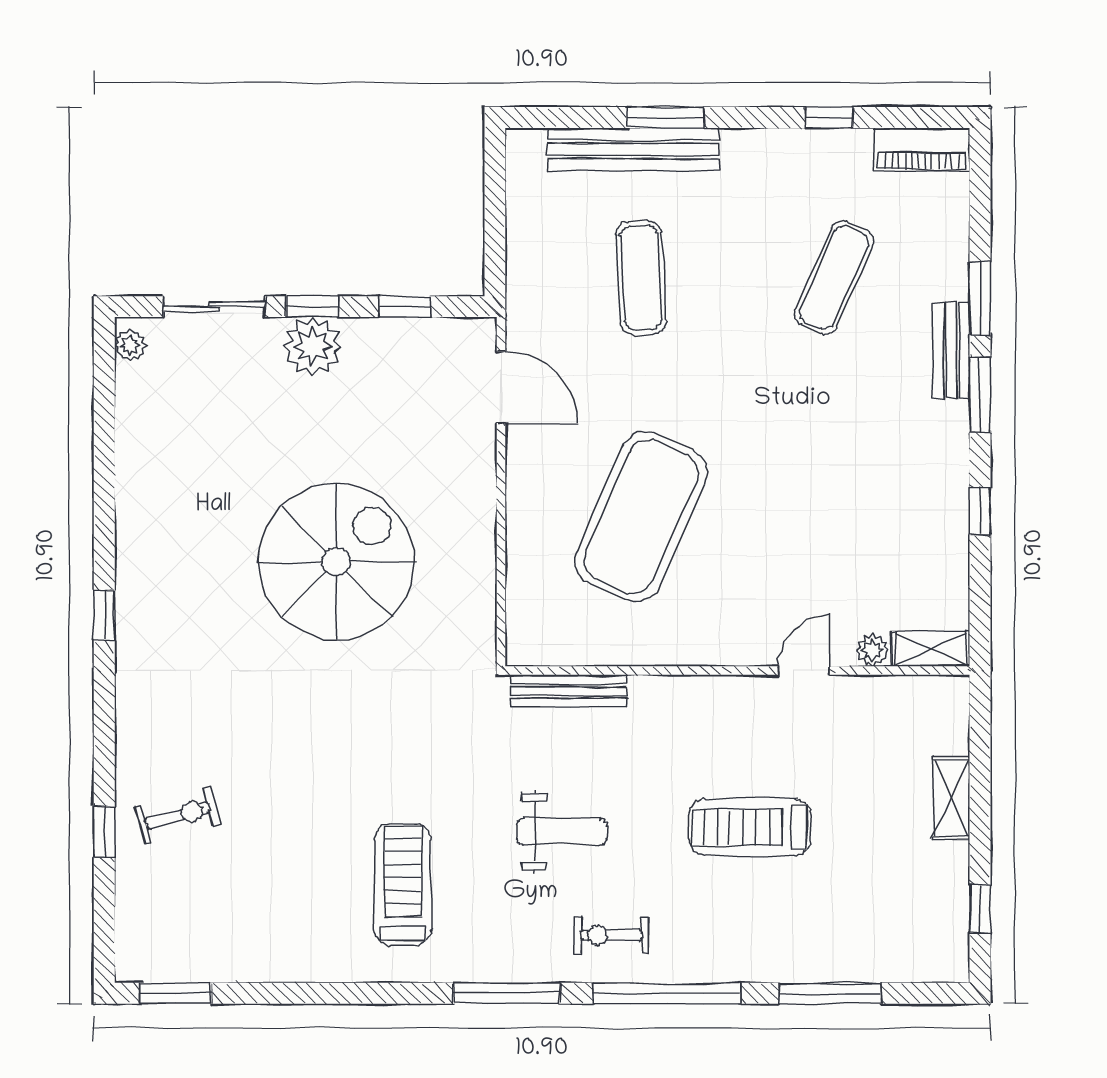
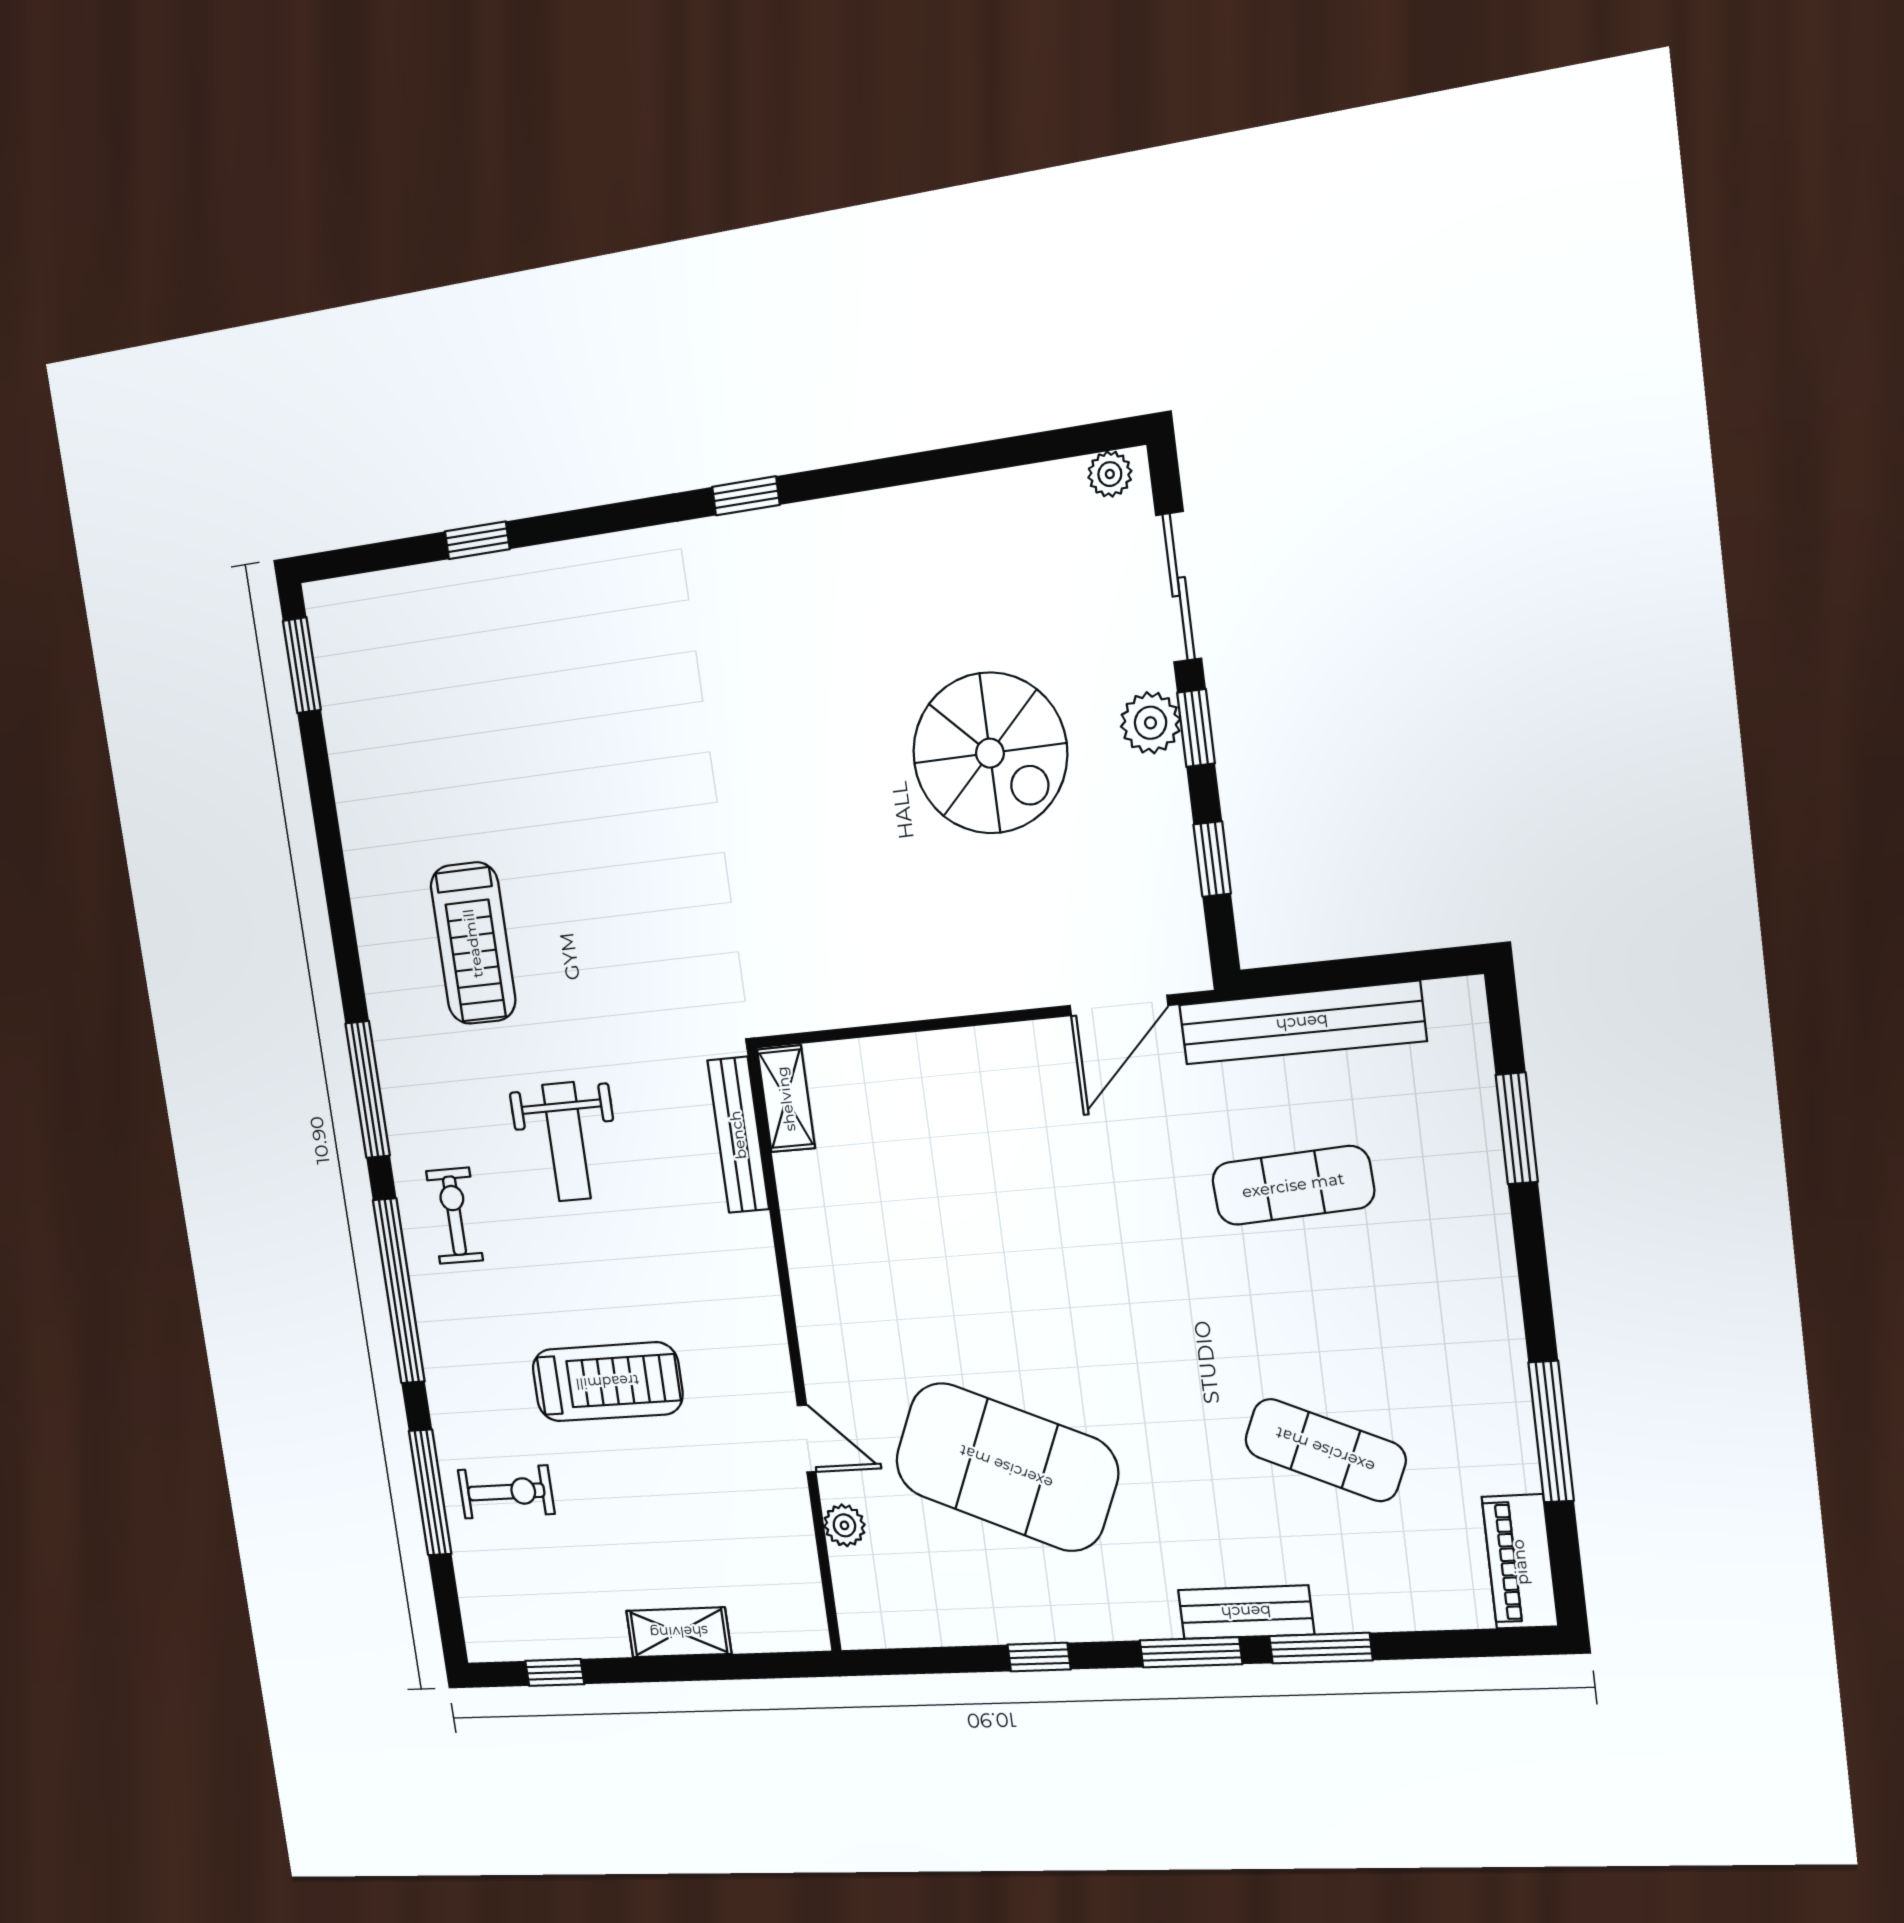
window: (666, 118) -> (1517, 1128), moved
window: (829, 118) -> (1551, 1432), width x2.17
bench: (633, 149) -> (1302, 1023), moved, turned 90
plant: (313, 346) -> (1150, 723), width x0.73, depth x0.73
exercise mat: (641, 517) -> (1006, 1467), moved
spiral stairs: (336, 562) -> (990, 753), moved, width x0.73, depth x0.73
shelving: (931, 649) -> (786, 1099), moved
exercise bike: (177, 815) -> (506, 1492), moved, turned -75
treadmill: (750, 827) -> (607, 1382), turned 90
treadmill: (403, 885) -> (473, 943), turned 90

